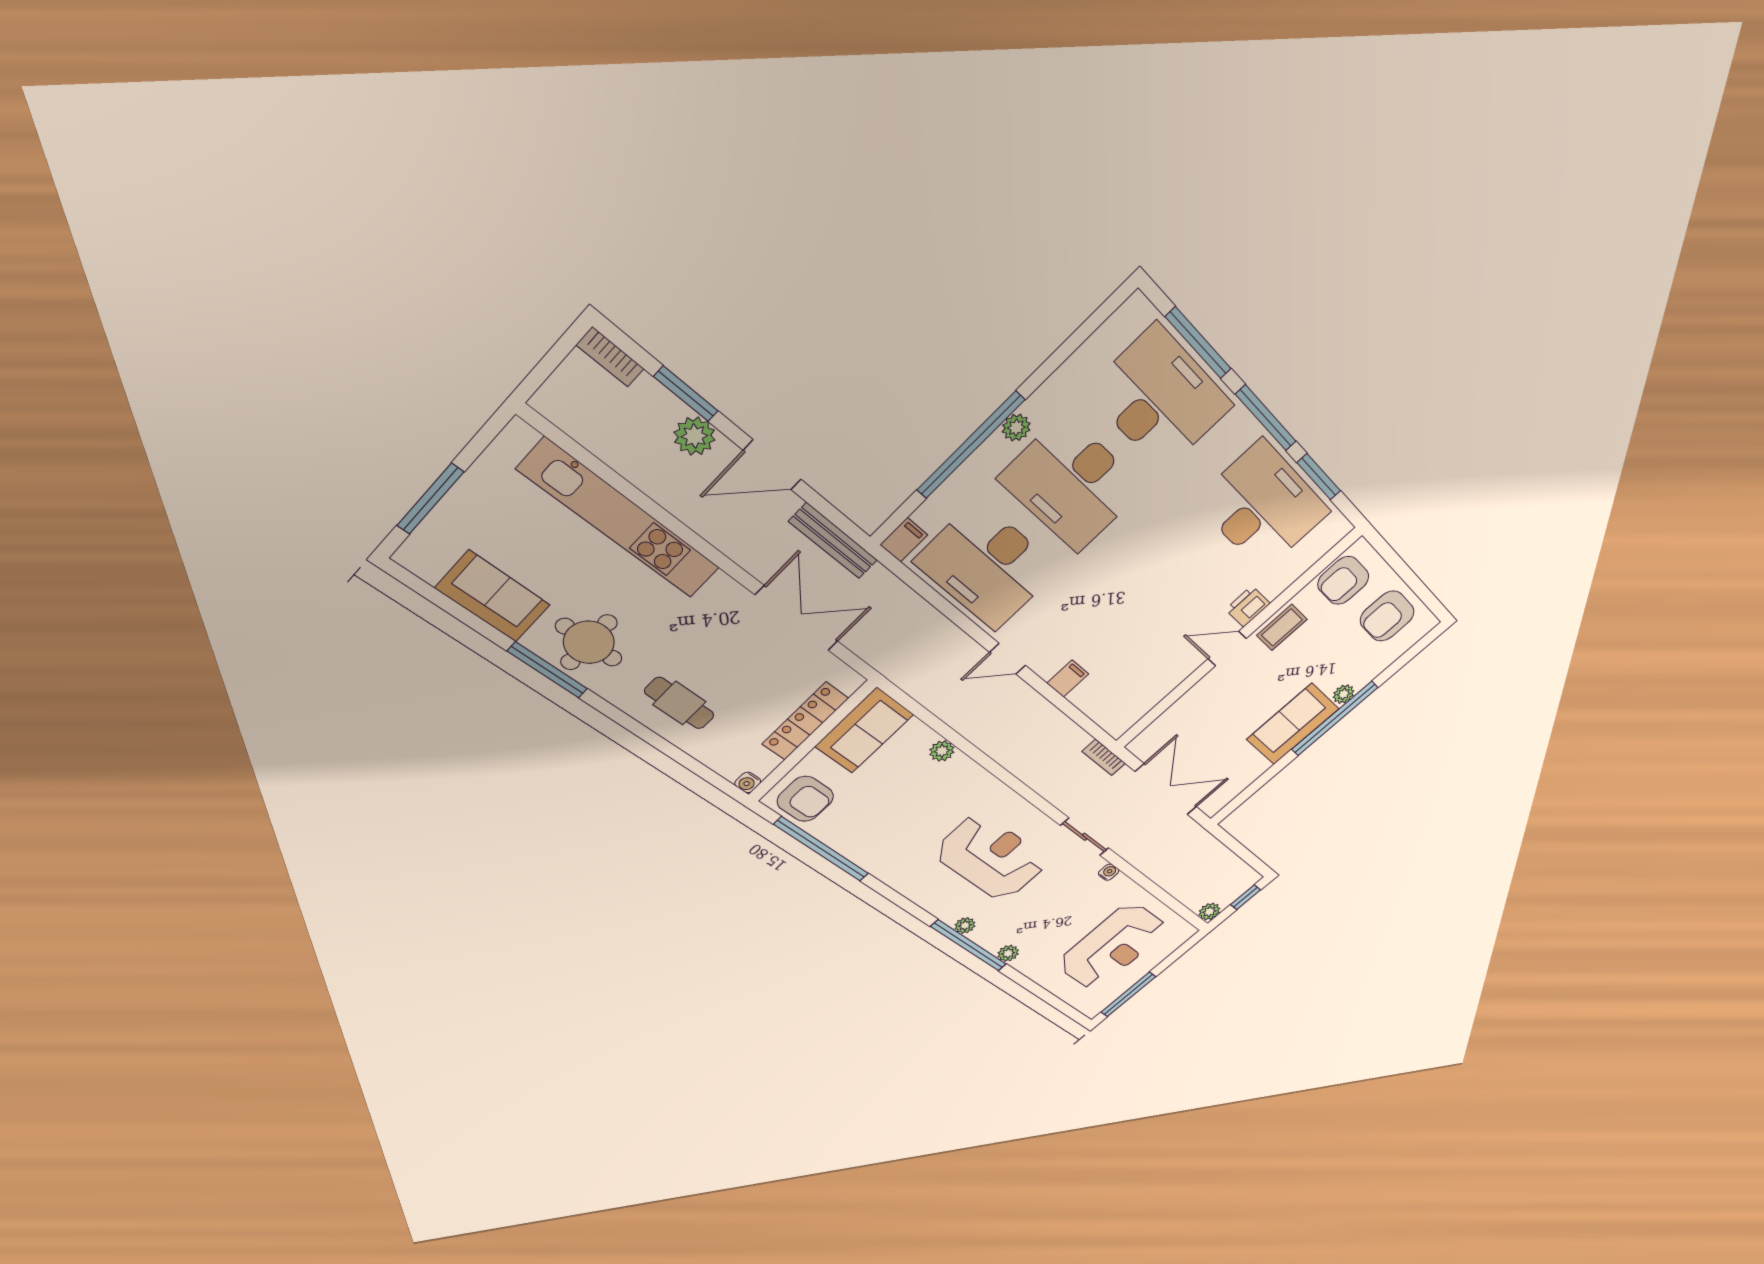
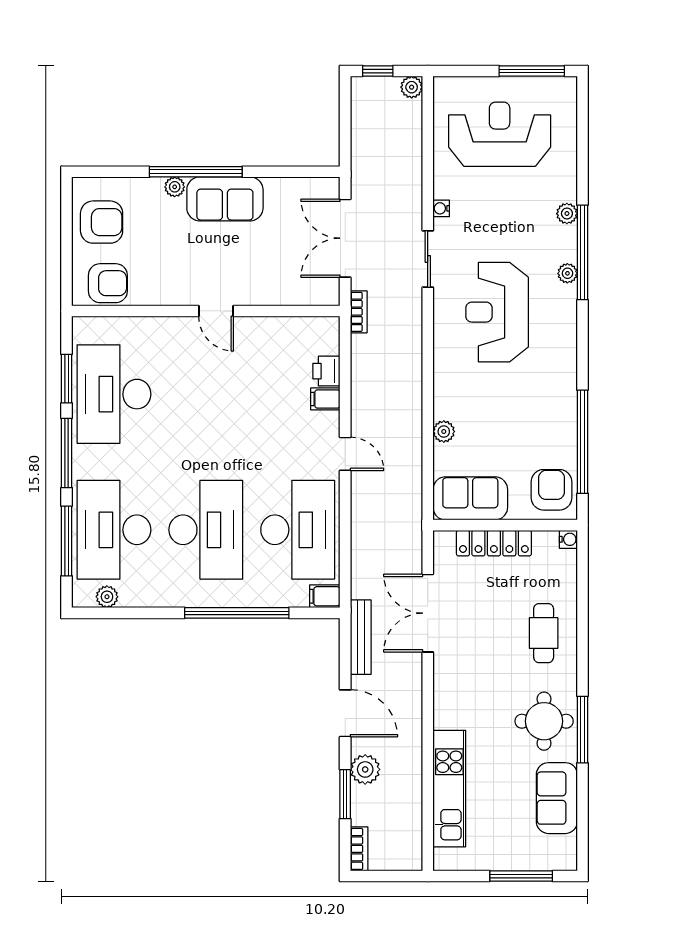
plant: (1016, 428) -> (107, 597), moved
kitchen unit: (621, 520) -> (449, 789), width x0.73
printer: (1248, 606) -> (326, 371), moved, turned 90
coffee table: (1282, 627) -> (171, 289), removed

